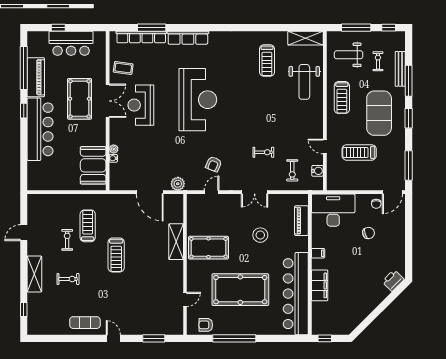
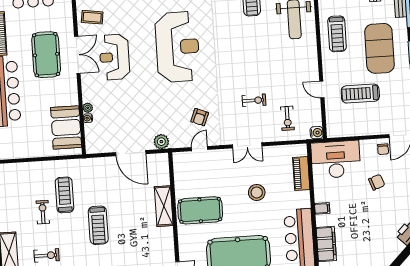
water cooler: (318, 171) -> (317, 133), moved

